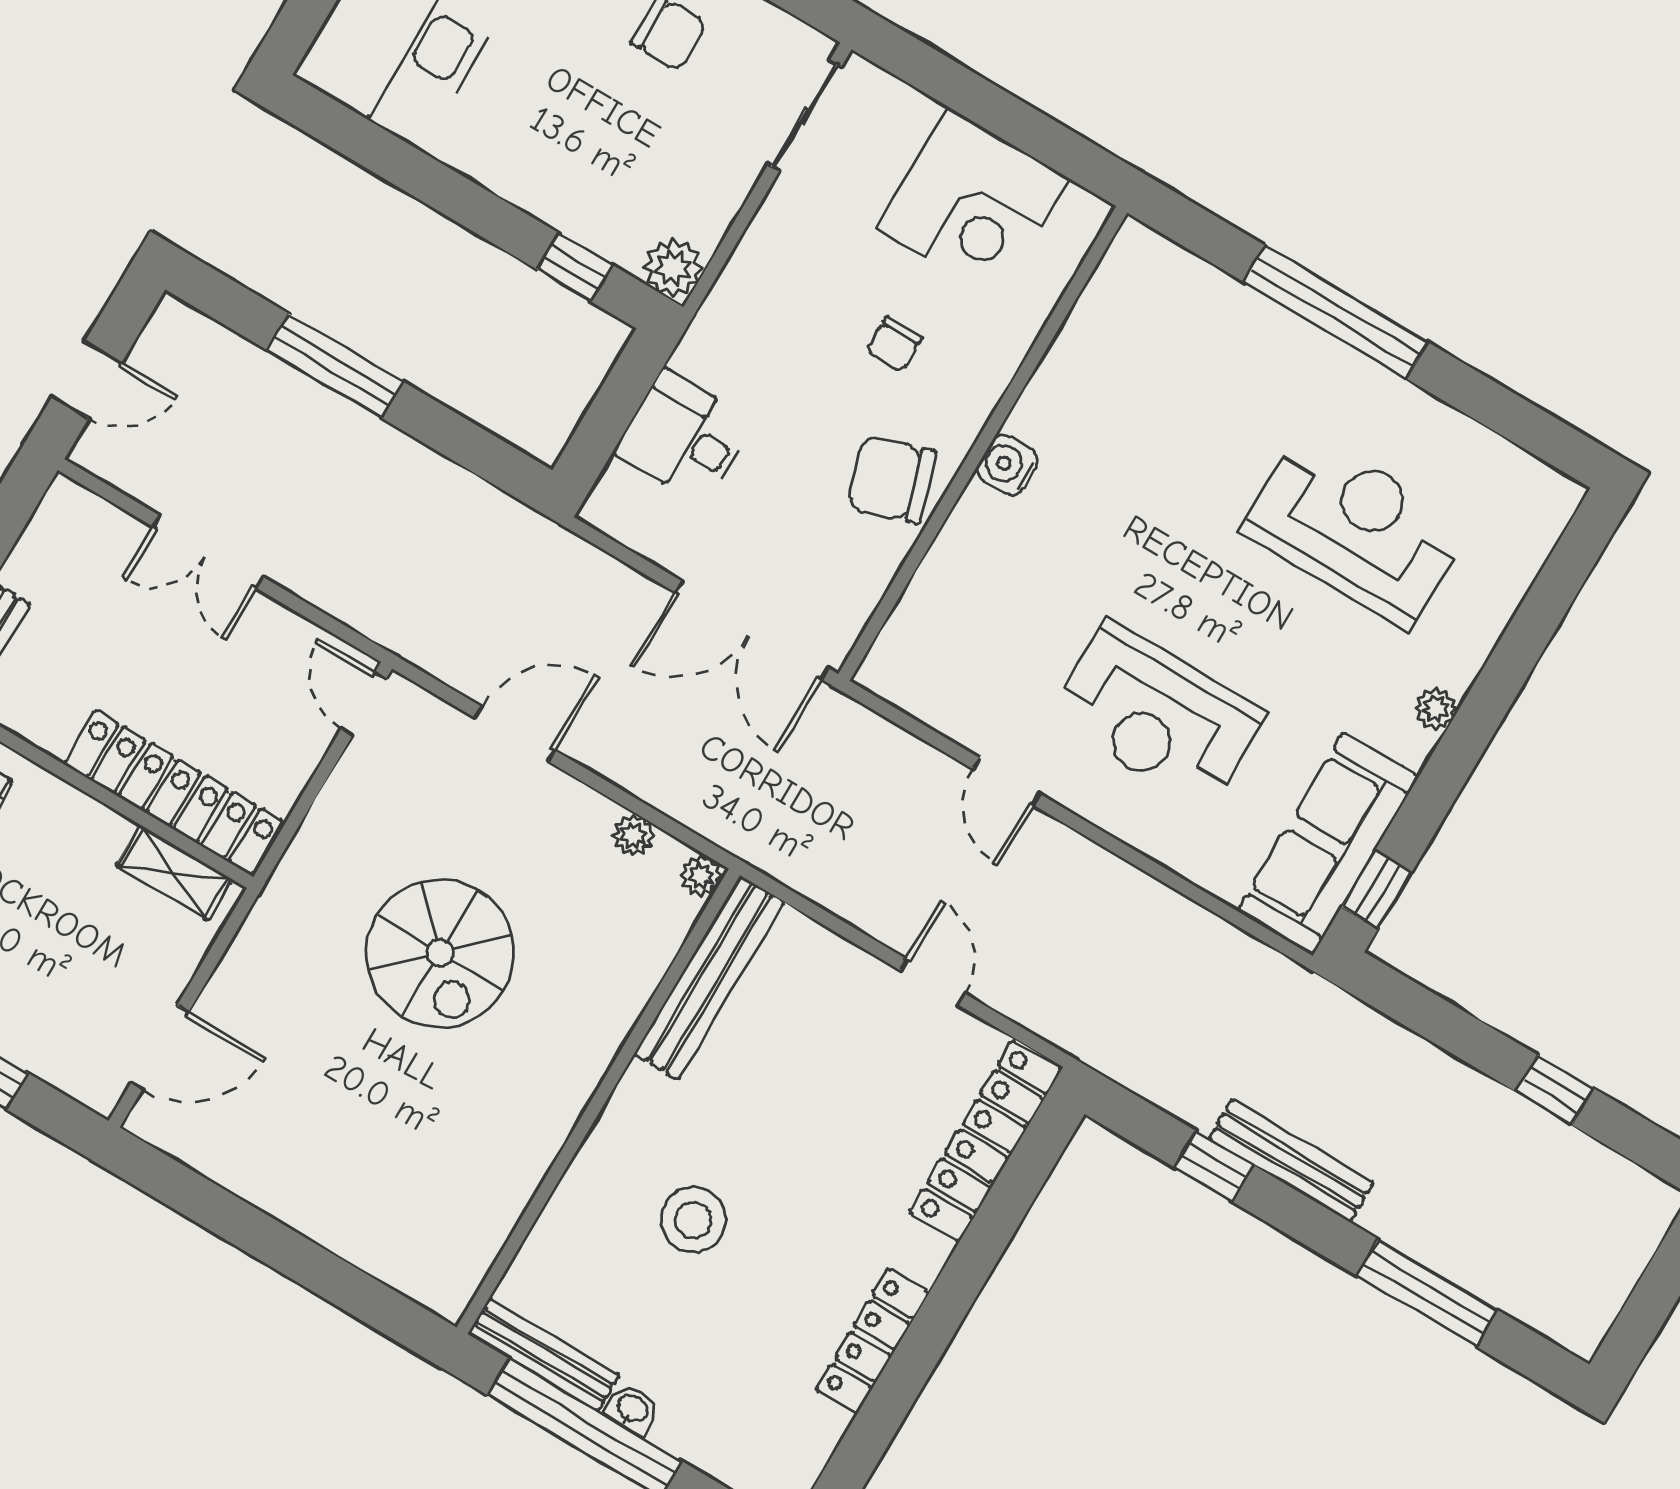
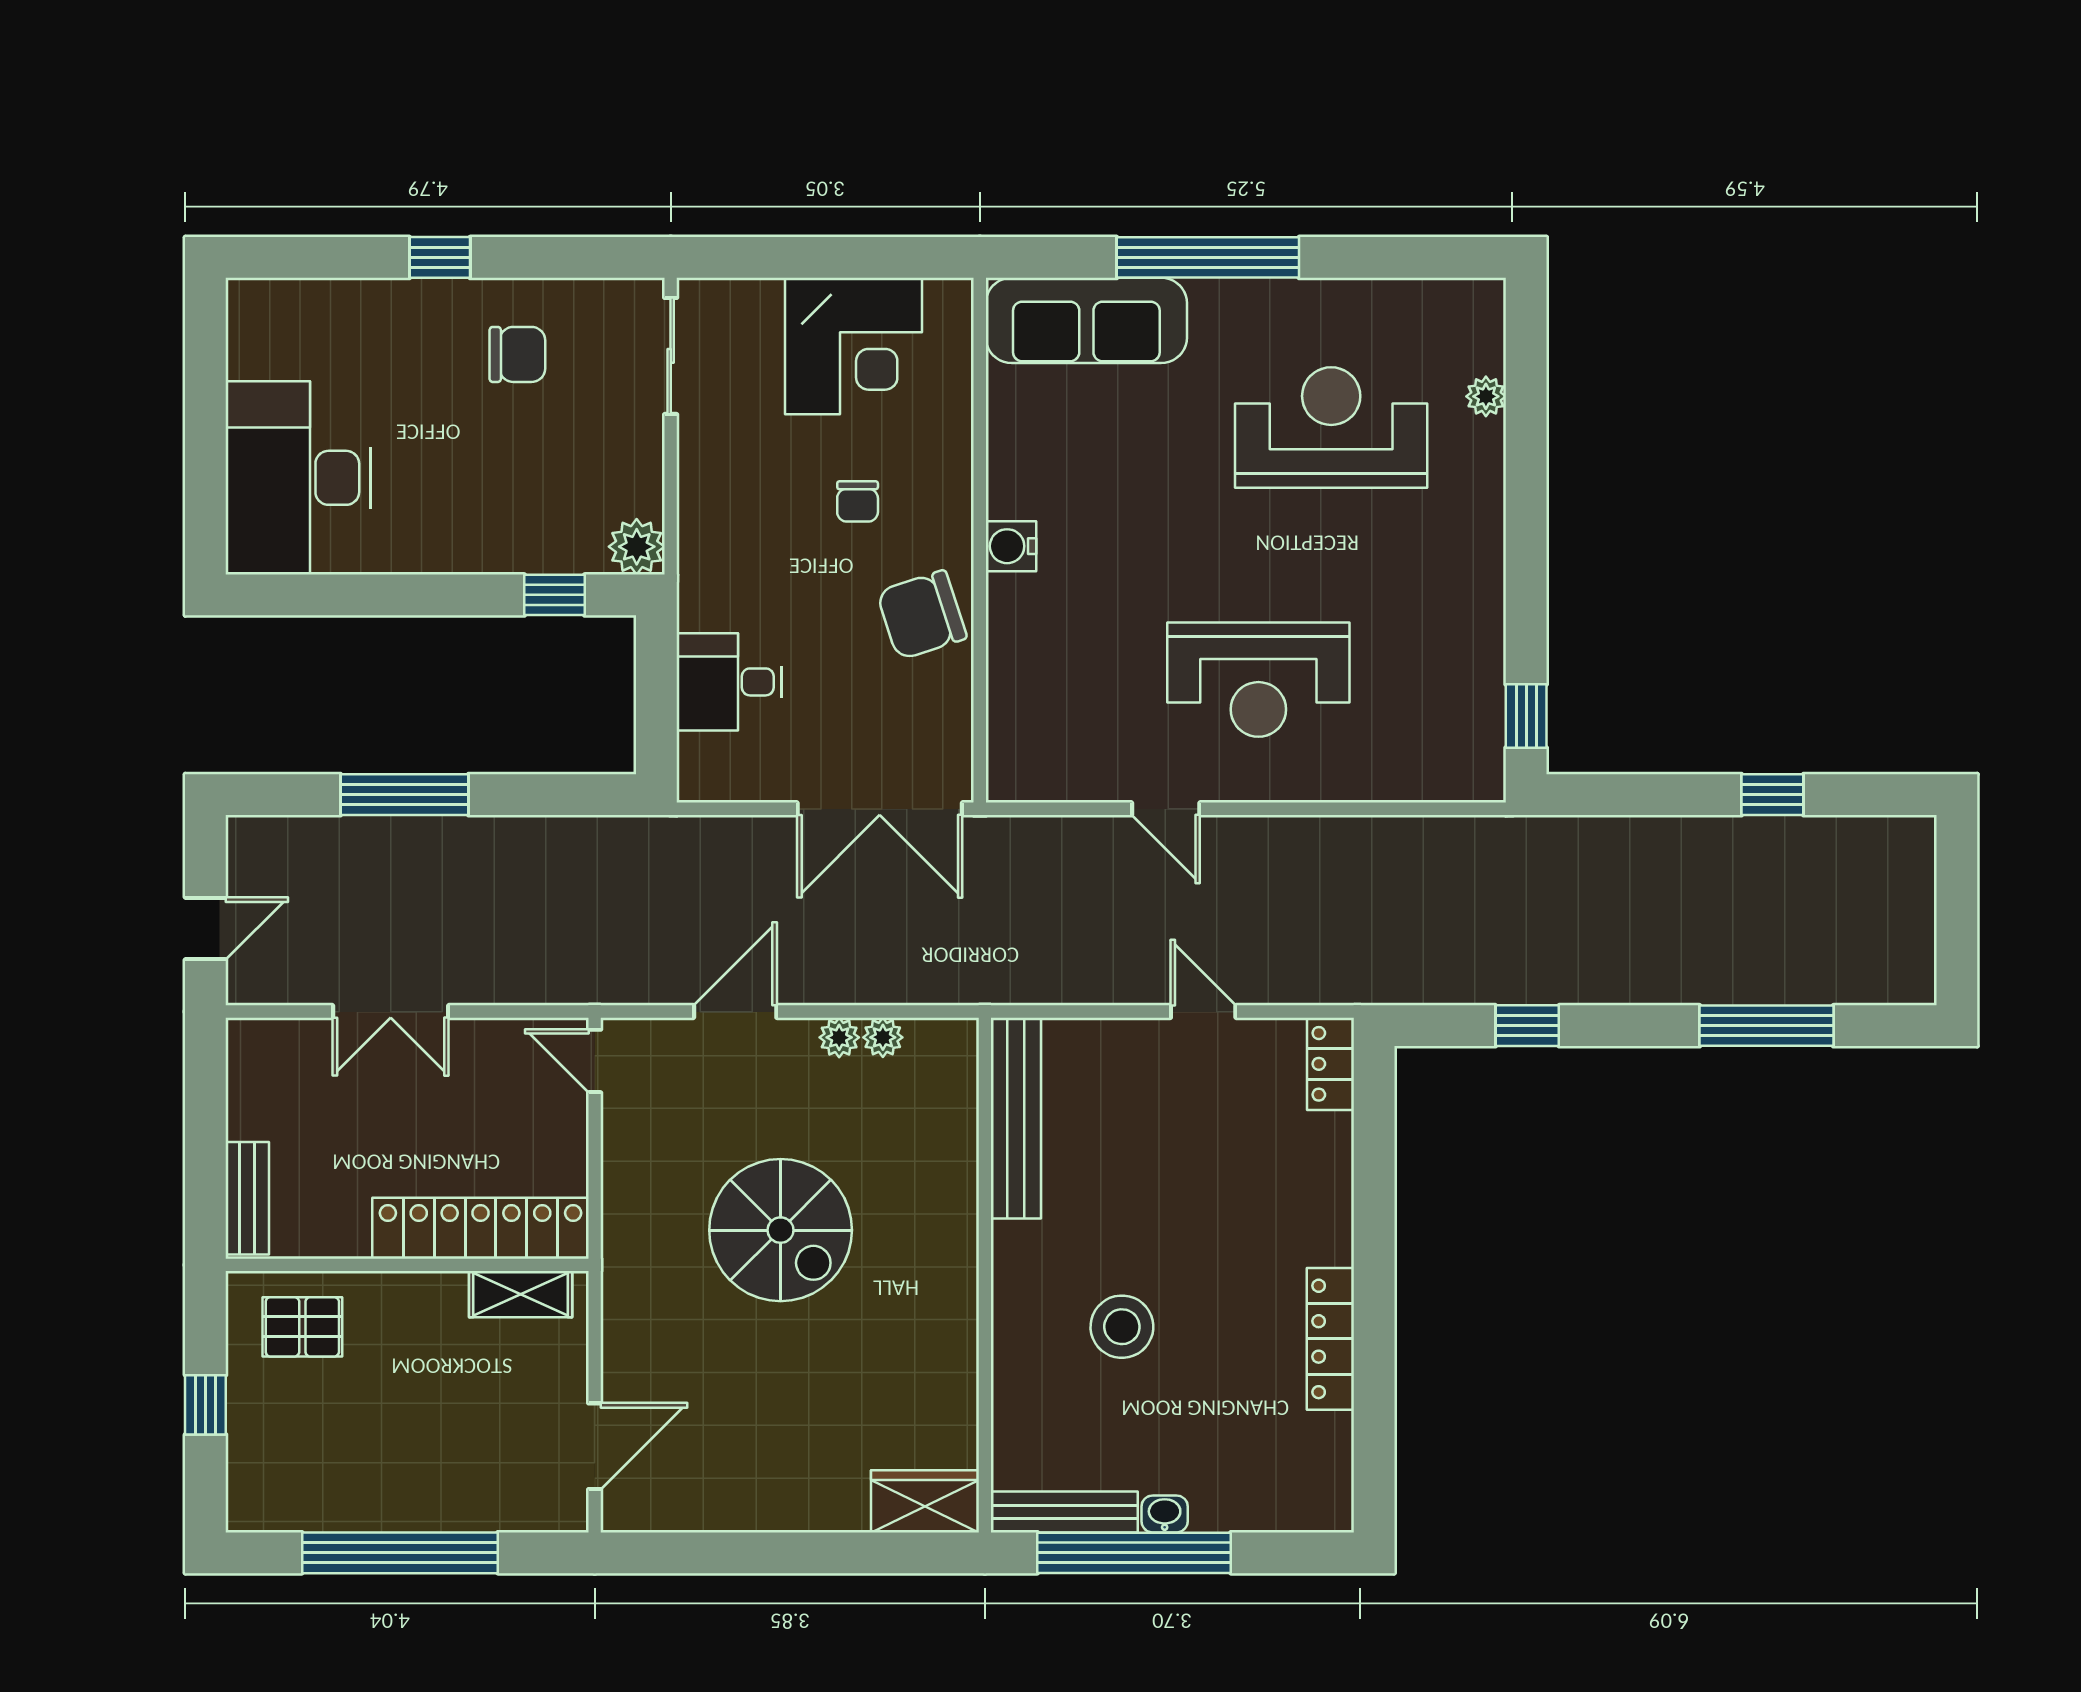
plant: (1436, 709) -> (1486, 396), moved
sofa: (1328, 844) -> (1086, 320), moved, turned -90
plant: (701, 876) -> (839, 1037), moved
locker: (986, 1141) -> (1330, 1064), width x0.46, depth x0.83
bench: (1291, 1161) -> (1589, 983), removed
wardrobe: (425, 1271) -> (925, 1501), added

